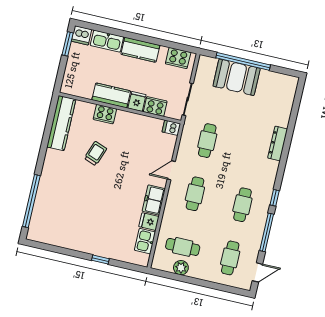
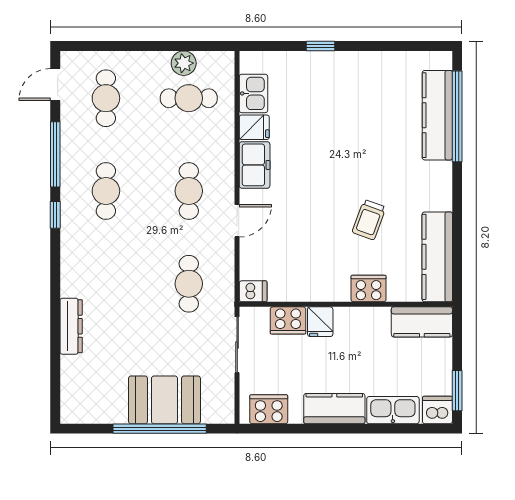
kitchen counter: (111, 95) -> (422, 322), moved
dresser: (278, 143) -> (71, 326), moved
kitchen counter: (42, 204) -> (437, 115), added

